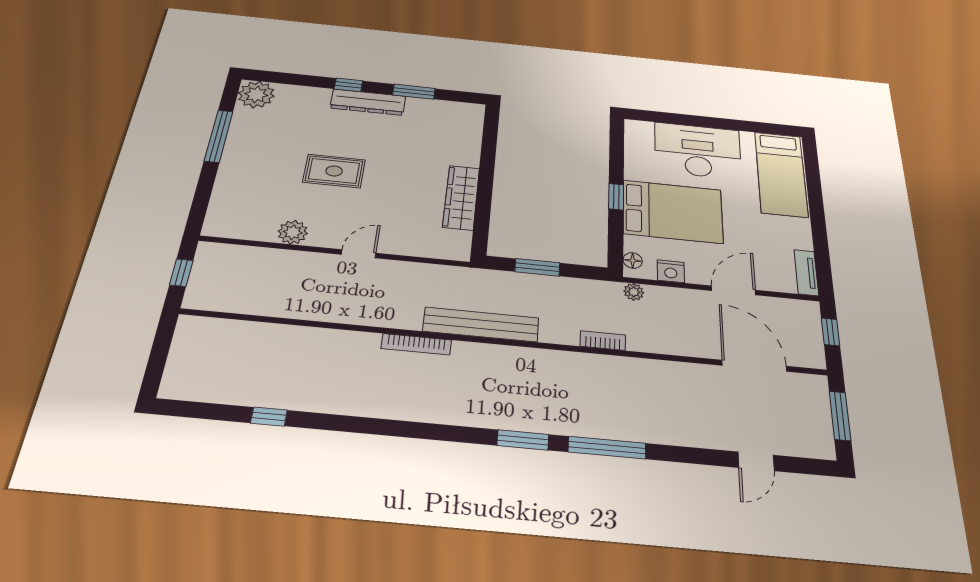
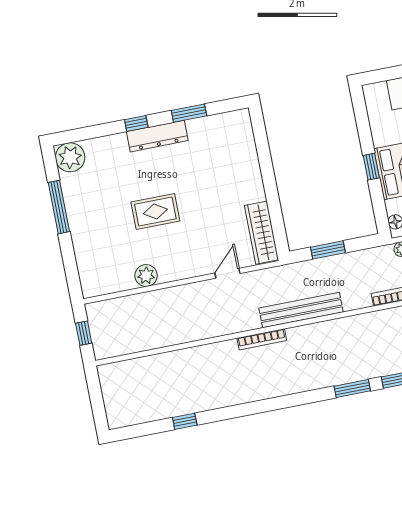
wardrobe: (461, 198) -> (261, 233), moved
door: (359, 254) -> (227, 273), moved

